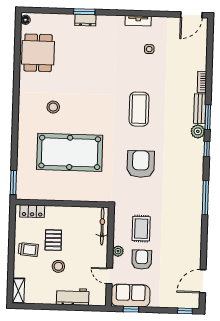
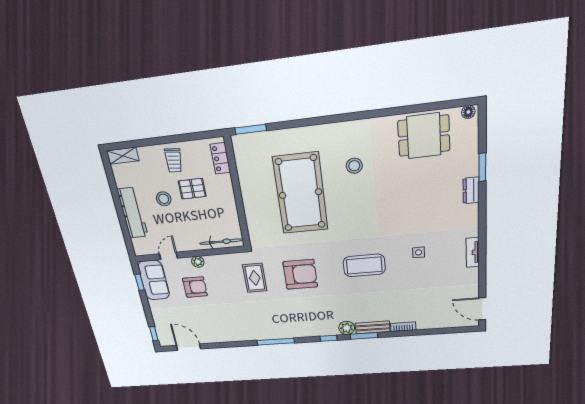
window: (84, 12) -> (482, 167), moved
side table: (149, 49) -> (419, 252), moved
rug: (141, 229) -> (255, 278), moved, turned 90
workbench: (73, 297) -> (133, 213), width x1.38

